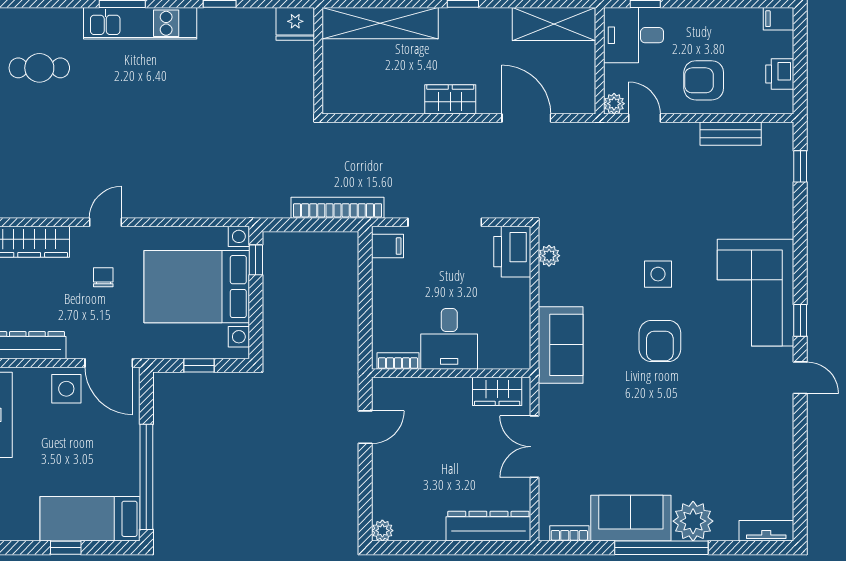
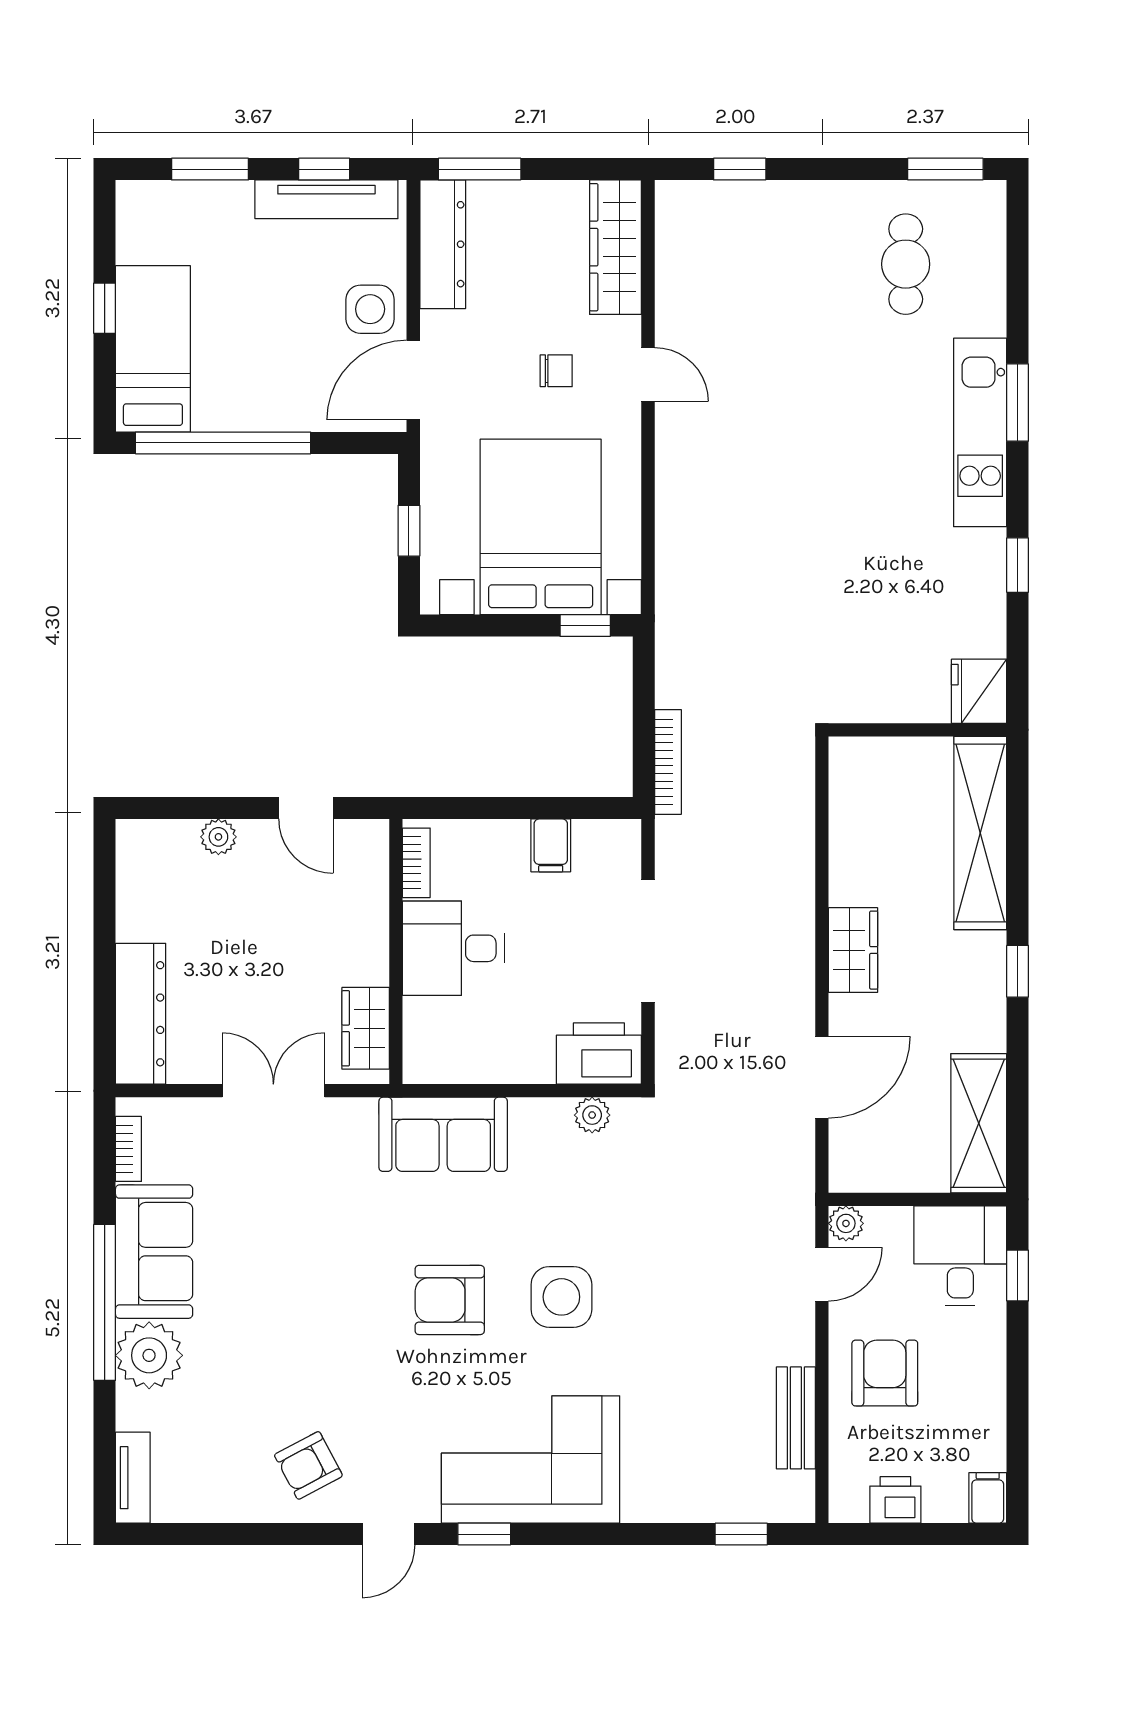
bookcase: (338, 208) -> (668, 762), width x0.68, depth x0.76
filing cabinet: (388, 246) -> (551, 845), moved
side table: (658, 274) -> (561, 1297), width x1.37, depth x1.37
armchair: (759, 426) -> (308, 1465), added
plant: (382, 531) -> (218, 837), moved

